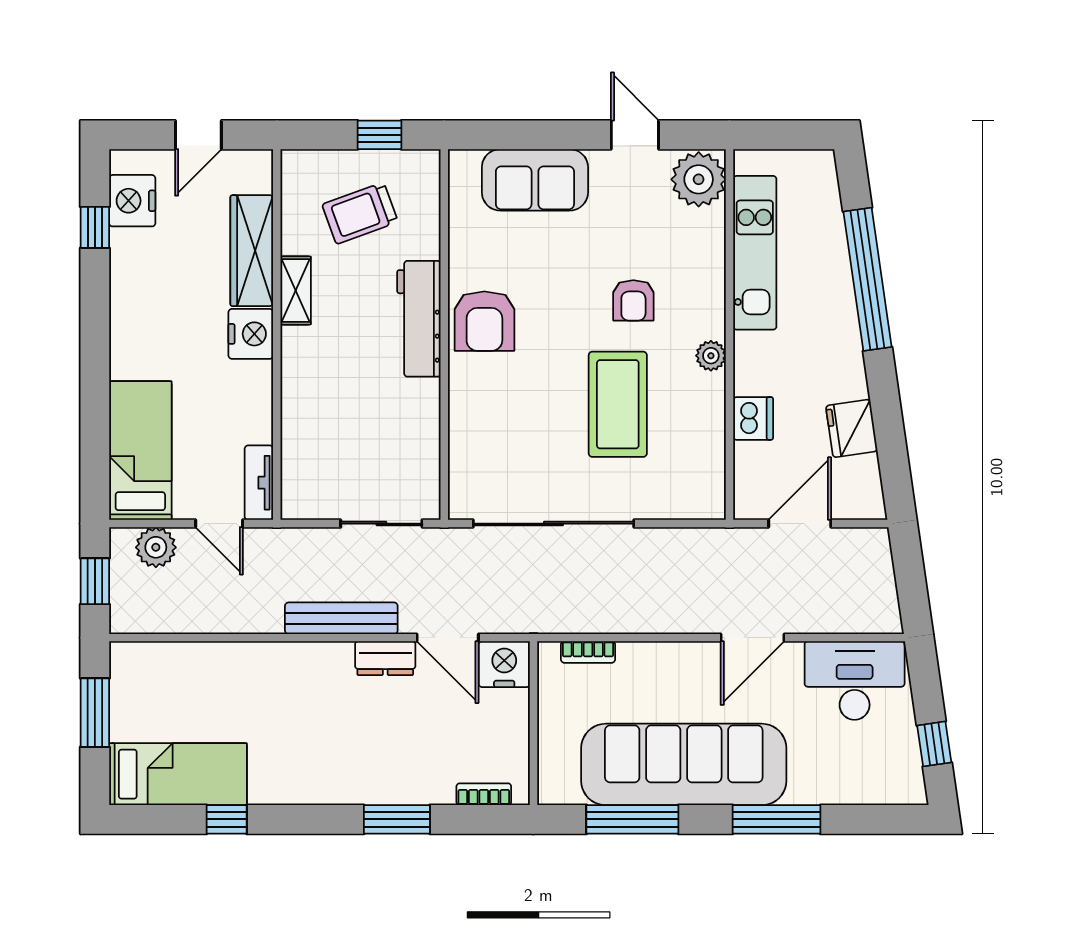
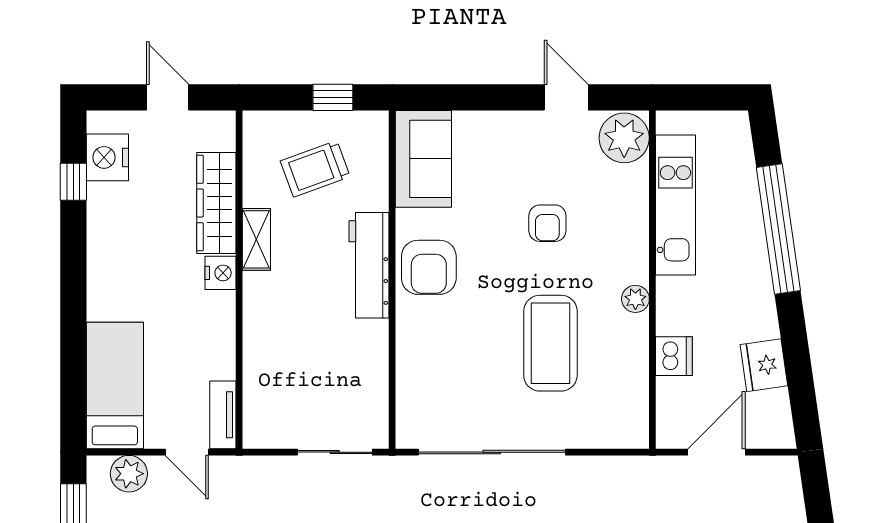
door: (198, 135) -> (168, 97), swing flipped
sofa: (535, 180) -> (423, 159), moved, turned -90
armchair: (633, 300) -> (547, 223), moved
nightstand: (251, 334) -> (221, 273), width x0.74, depth x0.75

